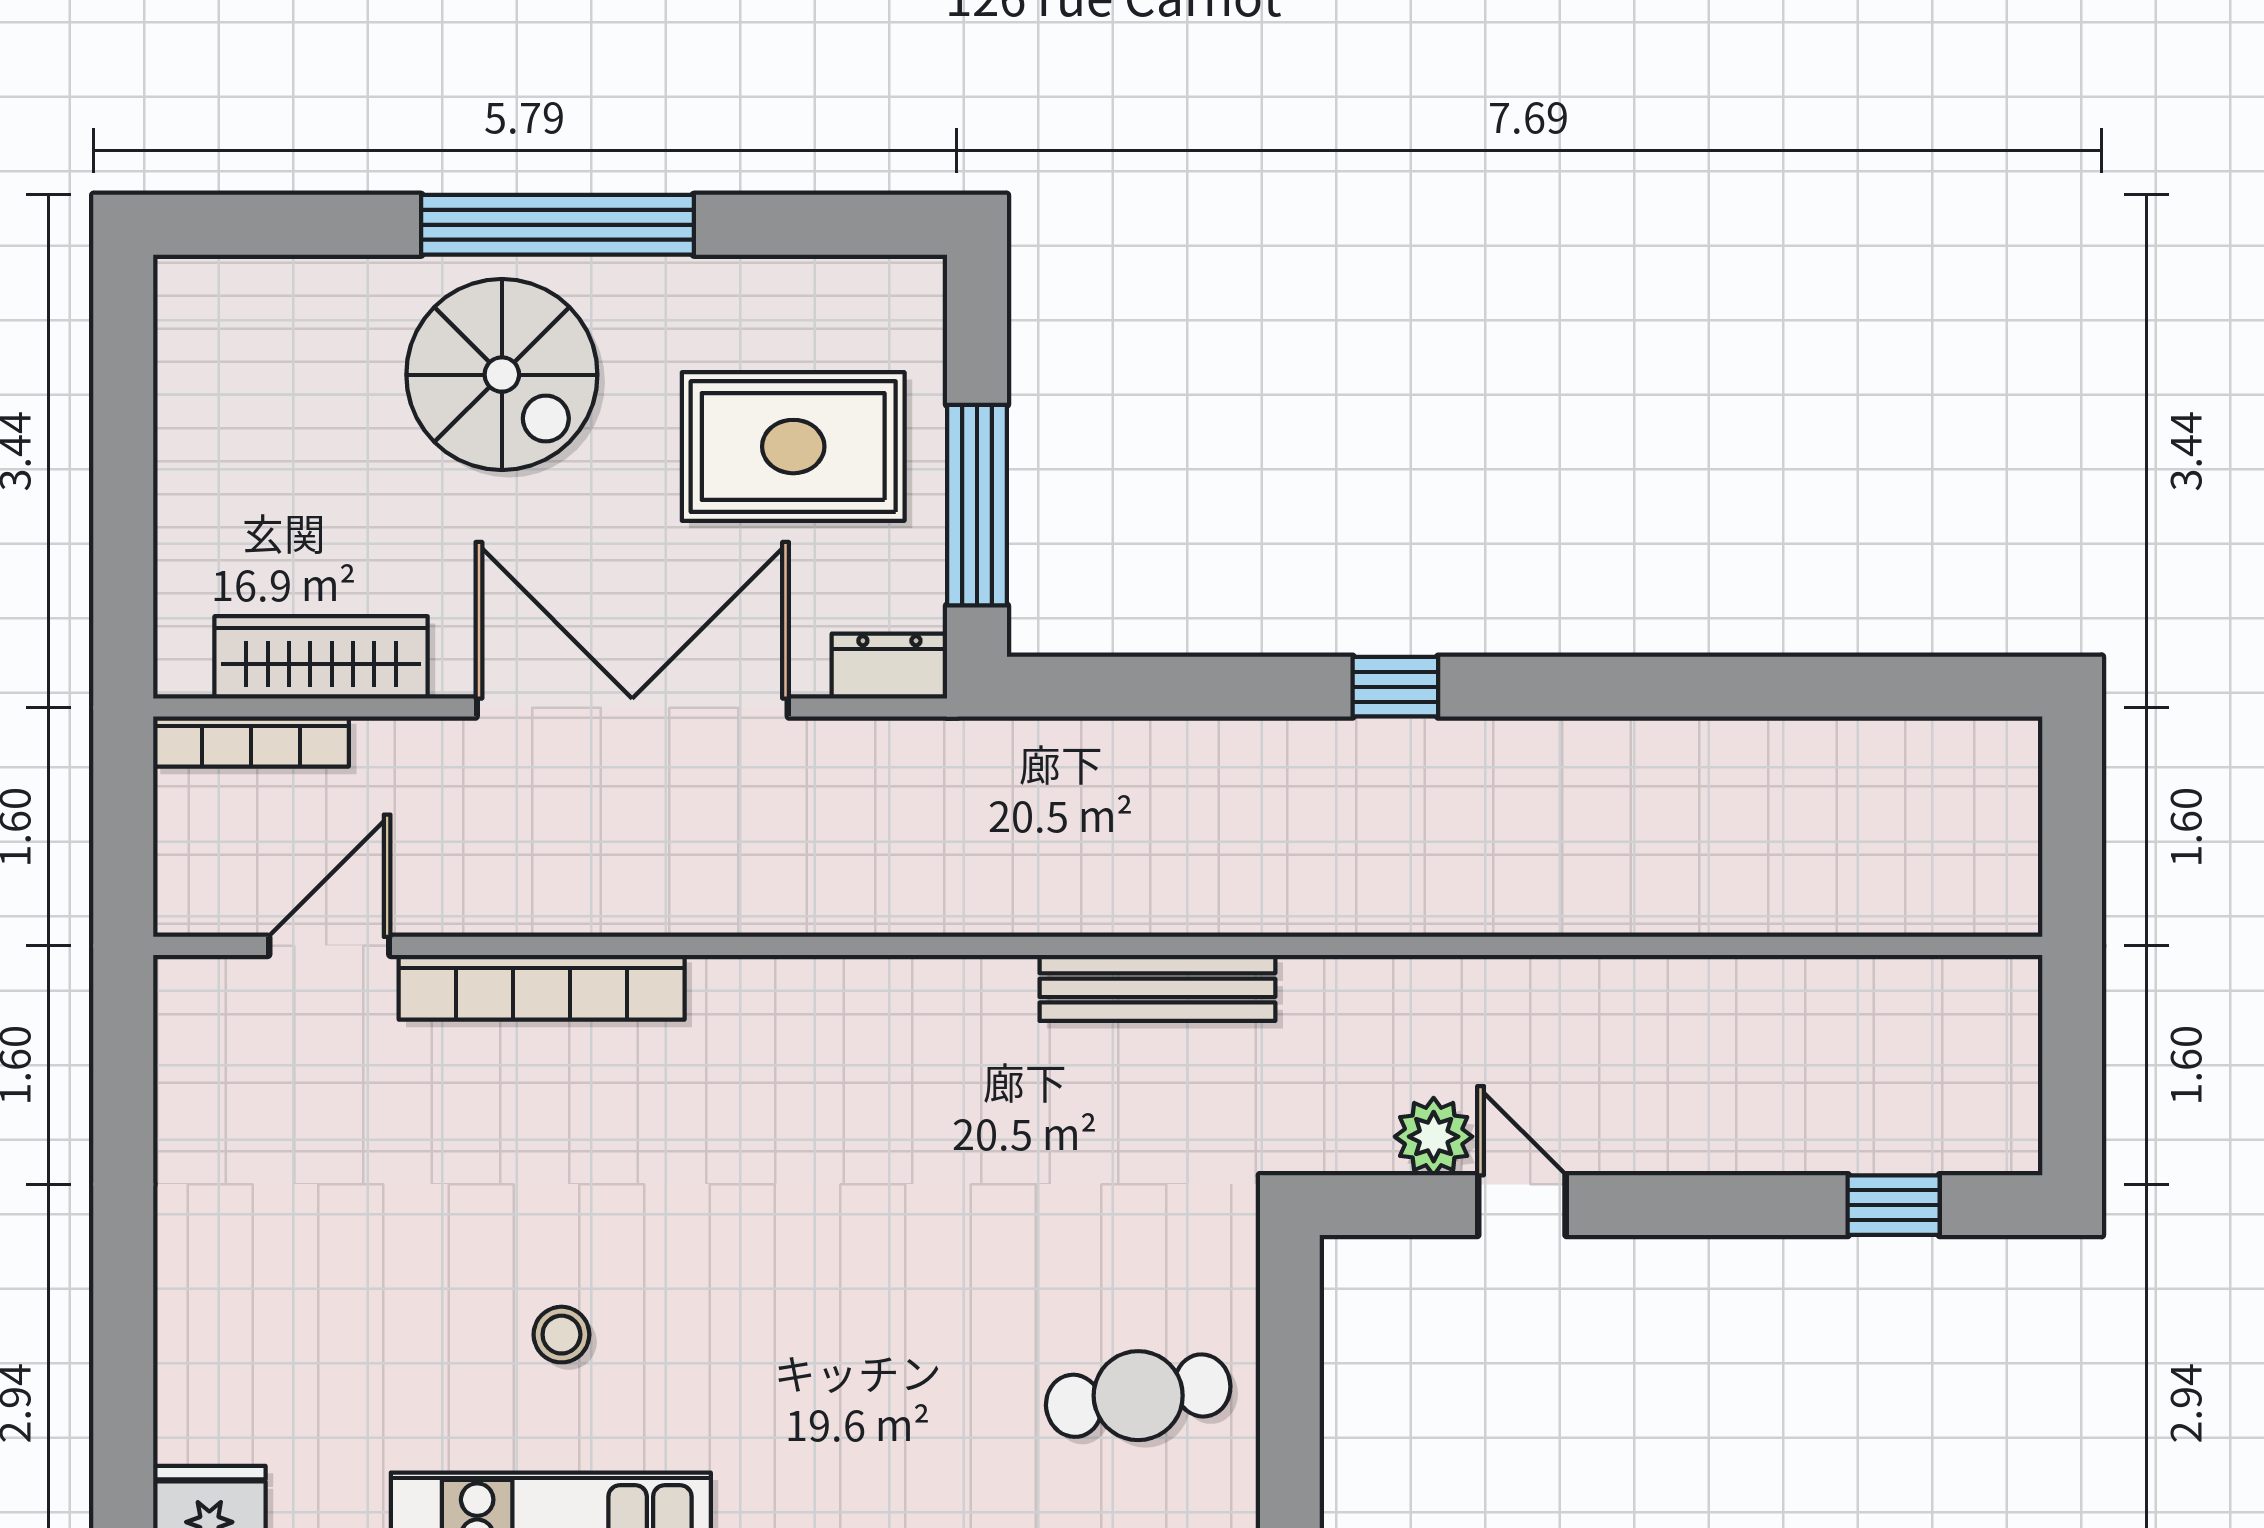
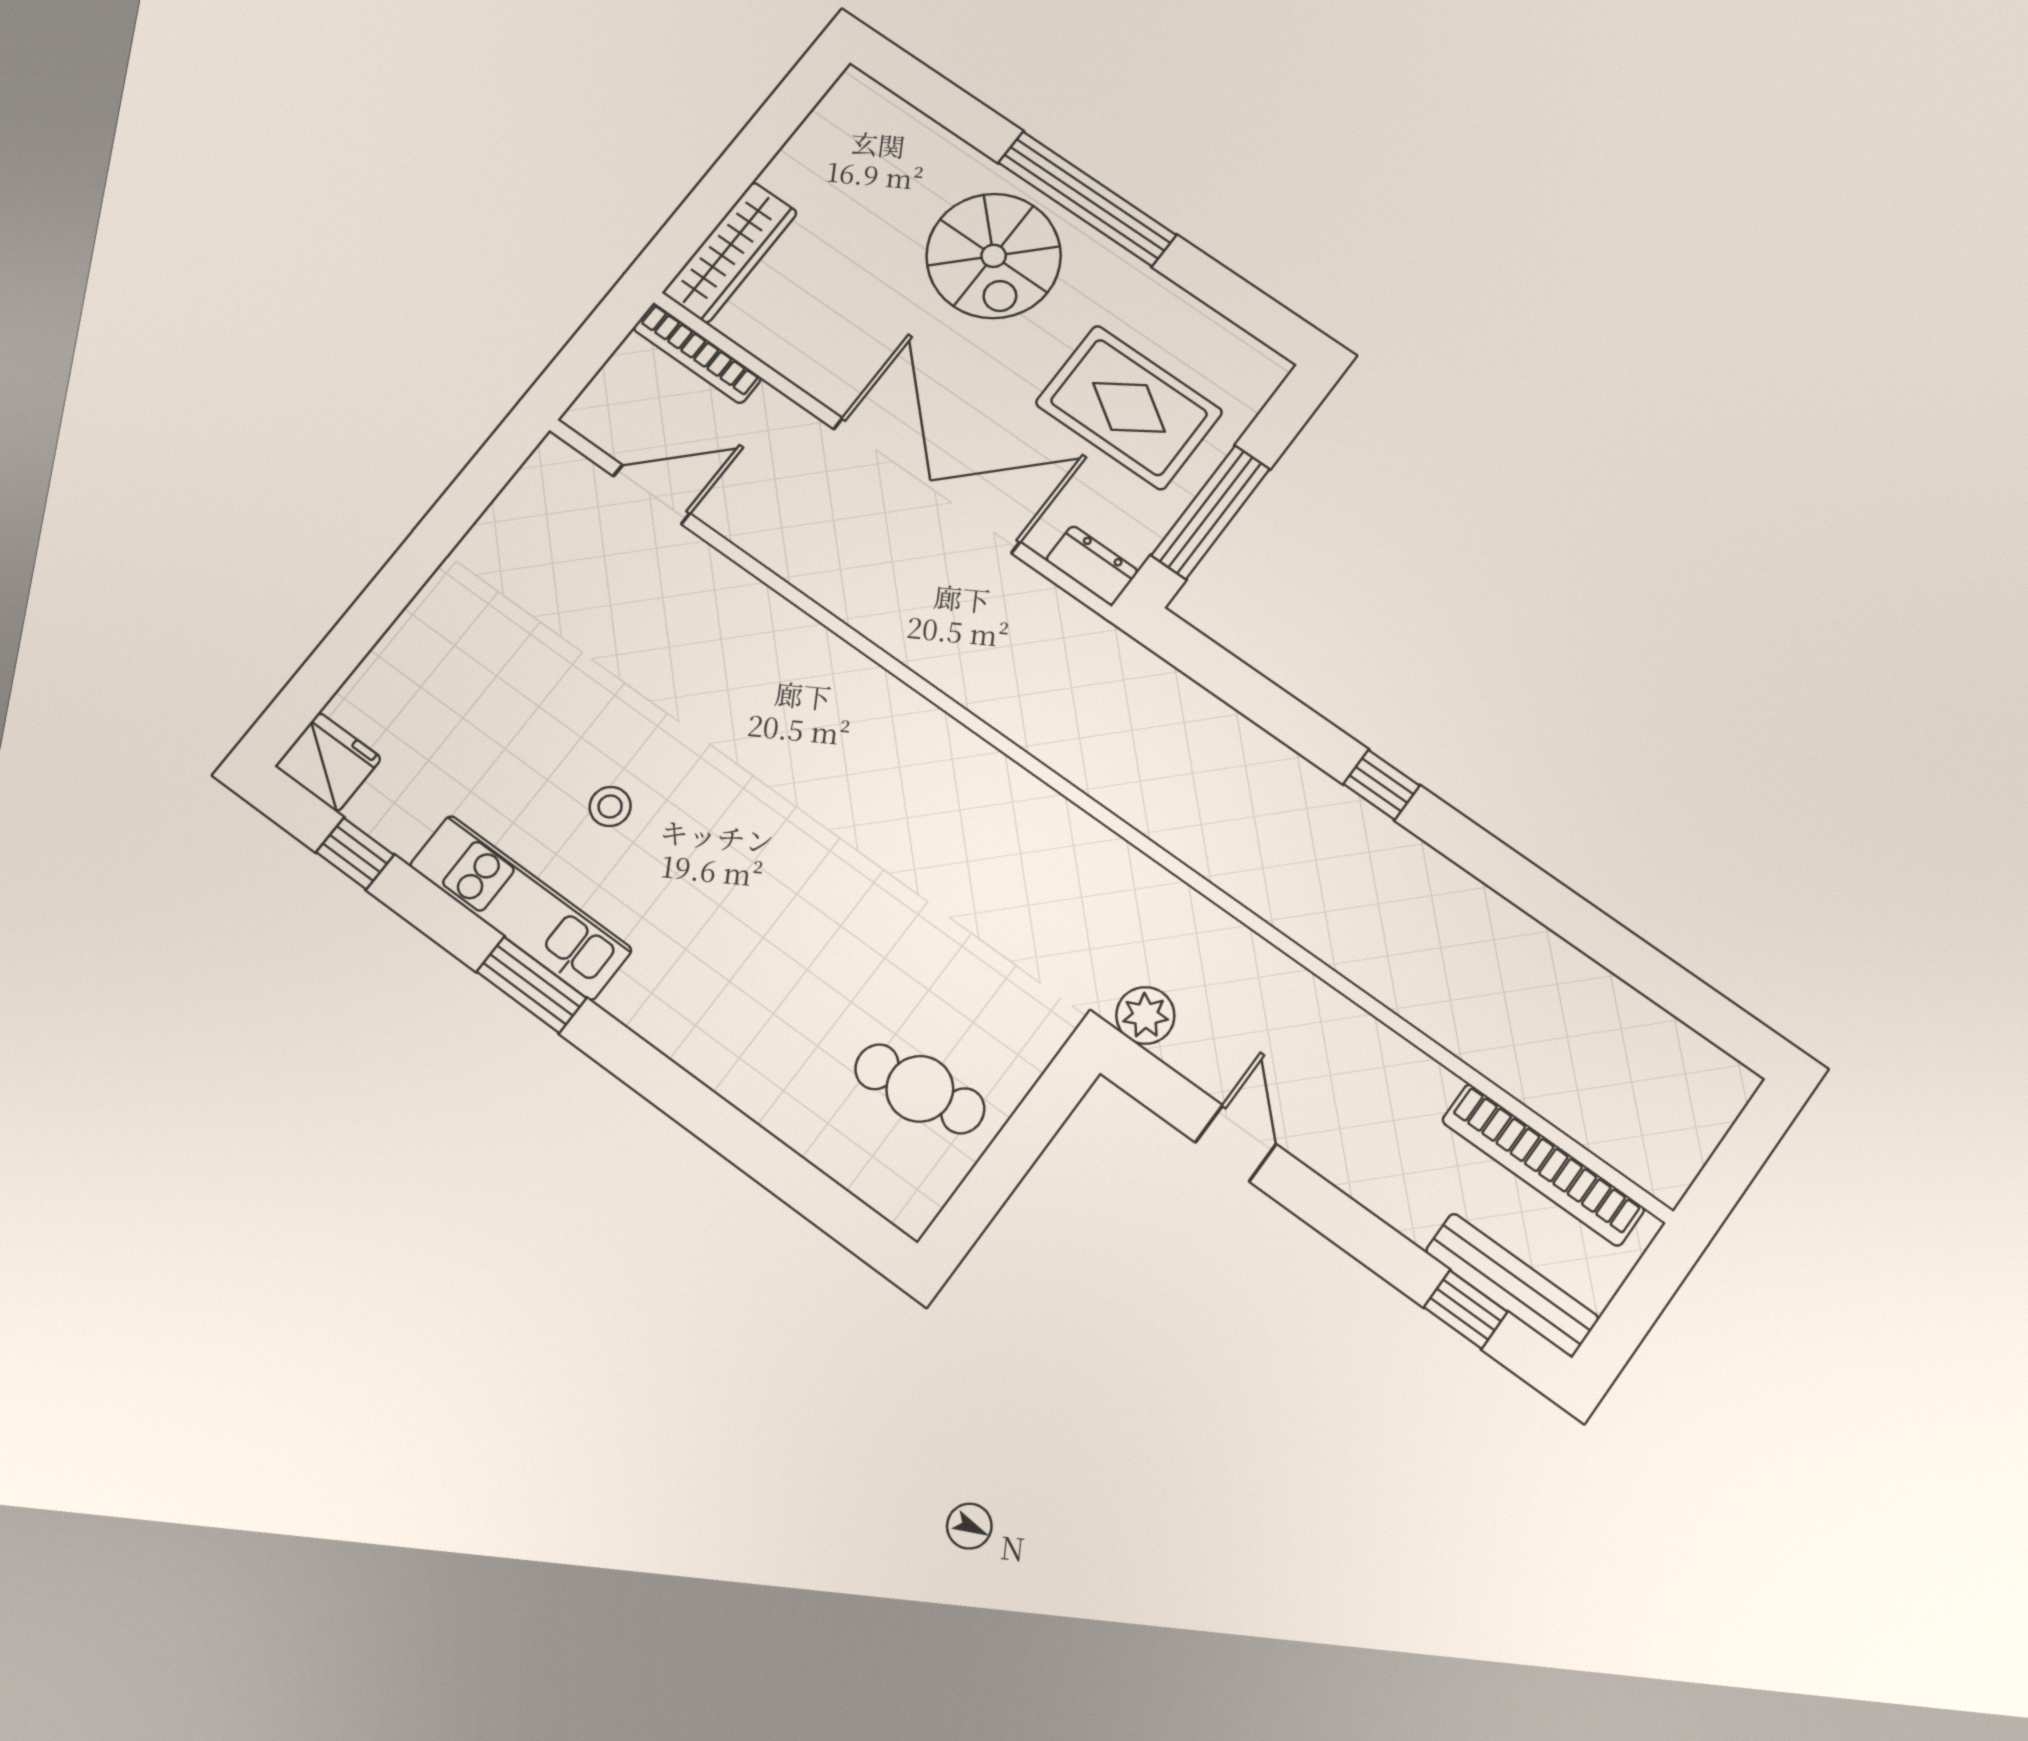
wardrobe: (321, 657) -> (730, 252), moved, turned 90
bookcase: (542, 987) -> (1543, 1165), moved
bench: (1157, 988) -> (1512, 1285), moved
plant: (1434, 1137) -> (1145, 1015), moved

